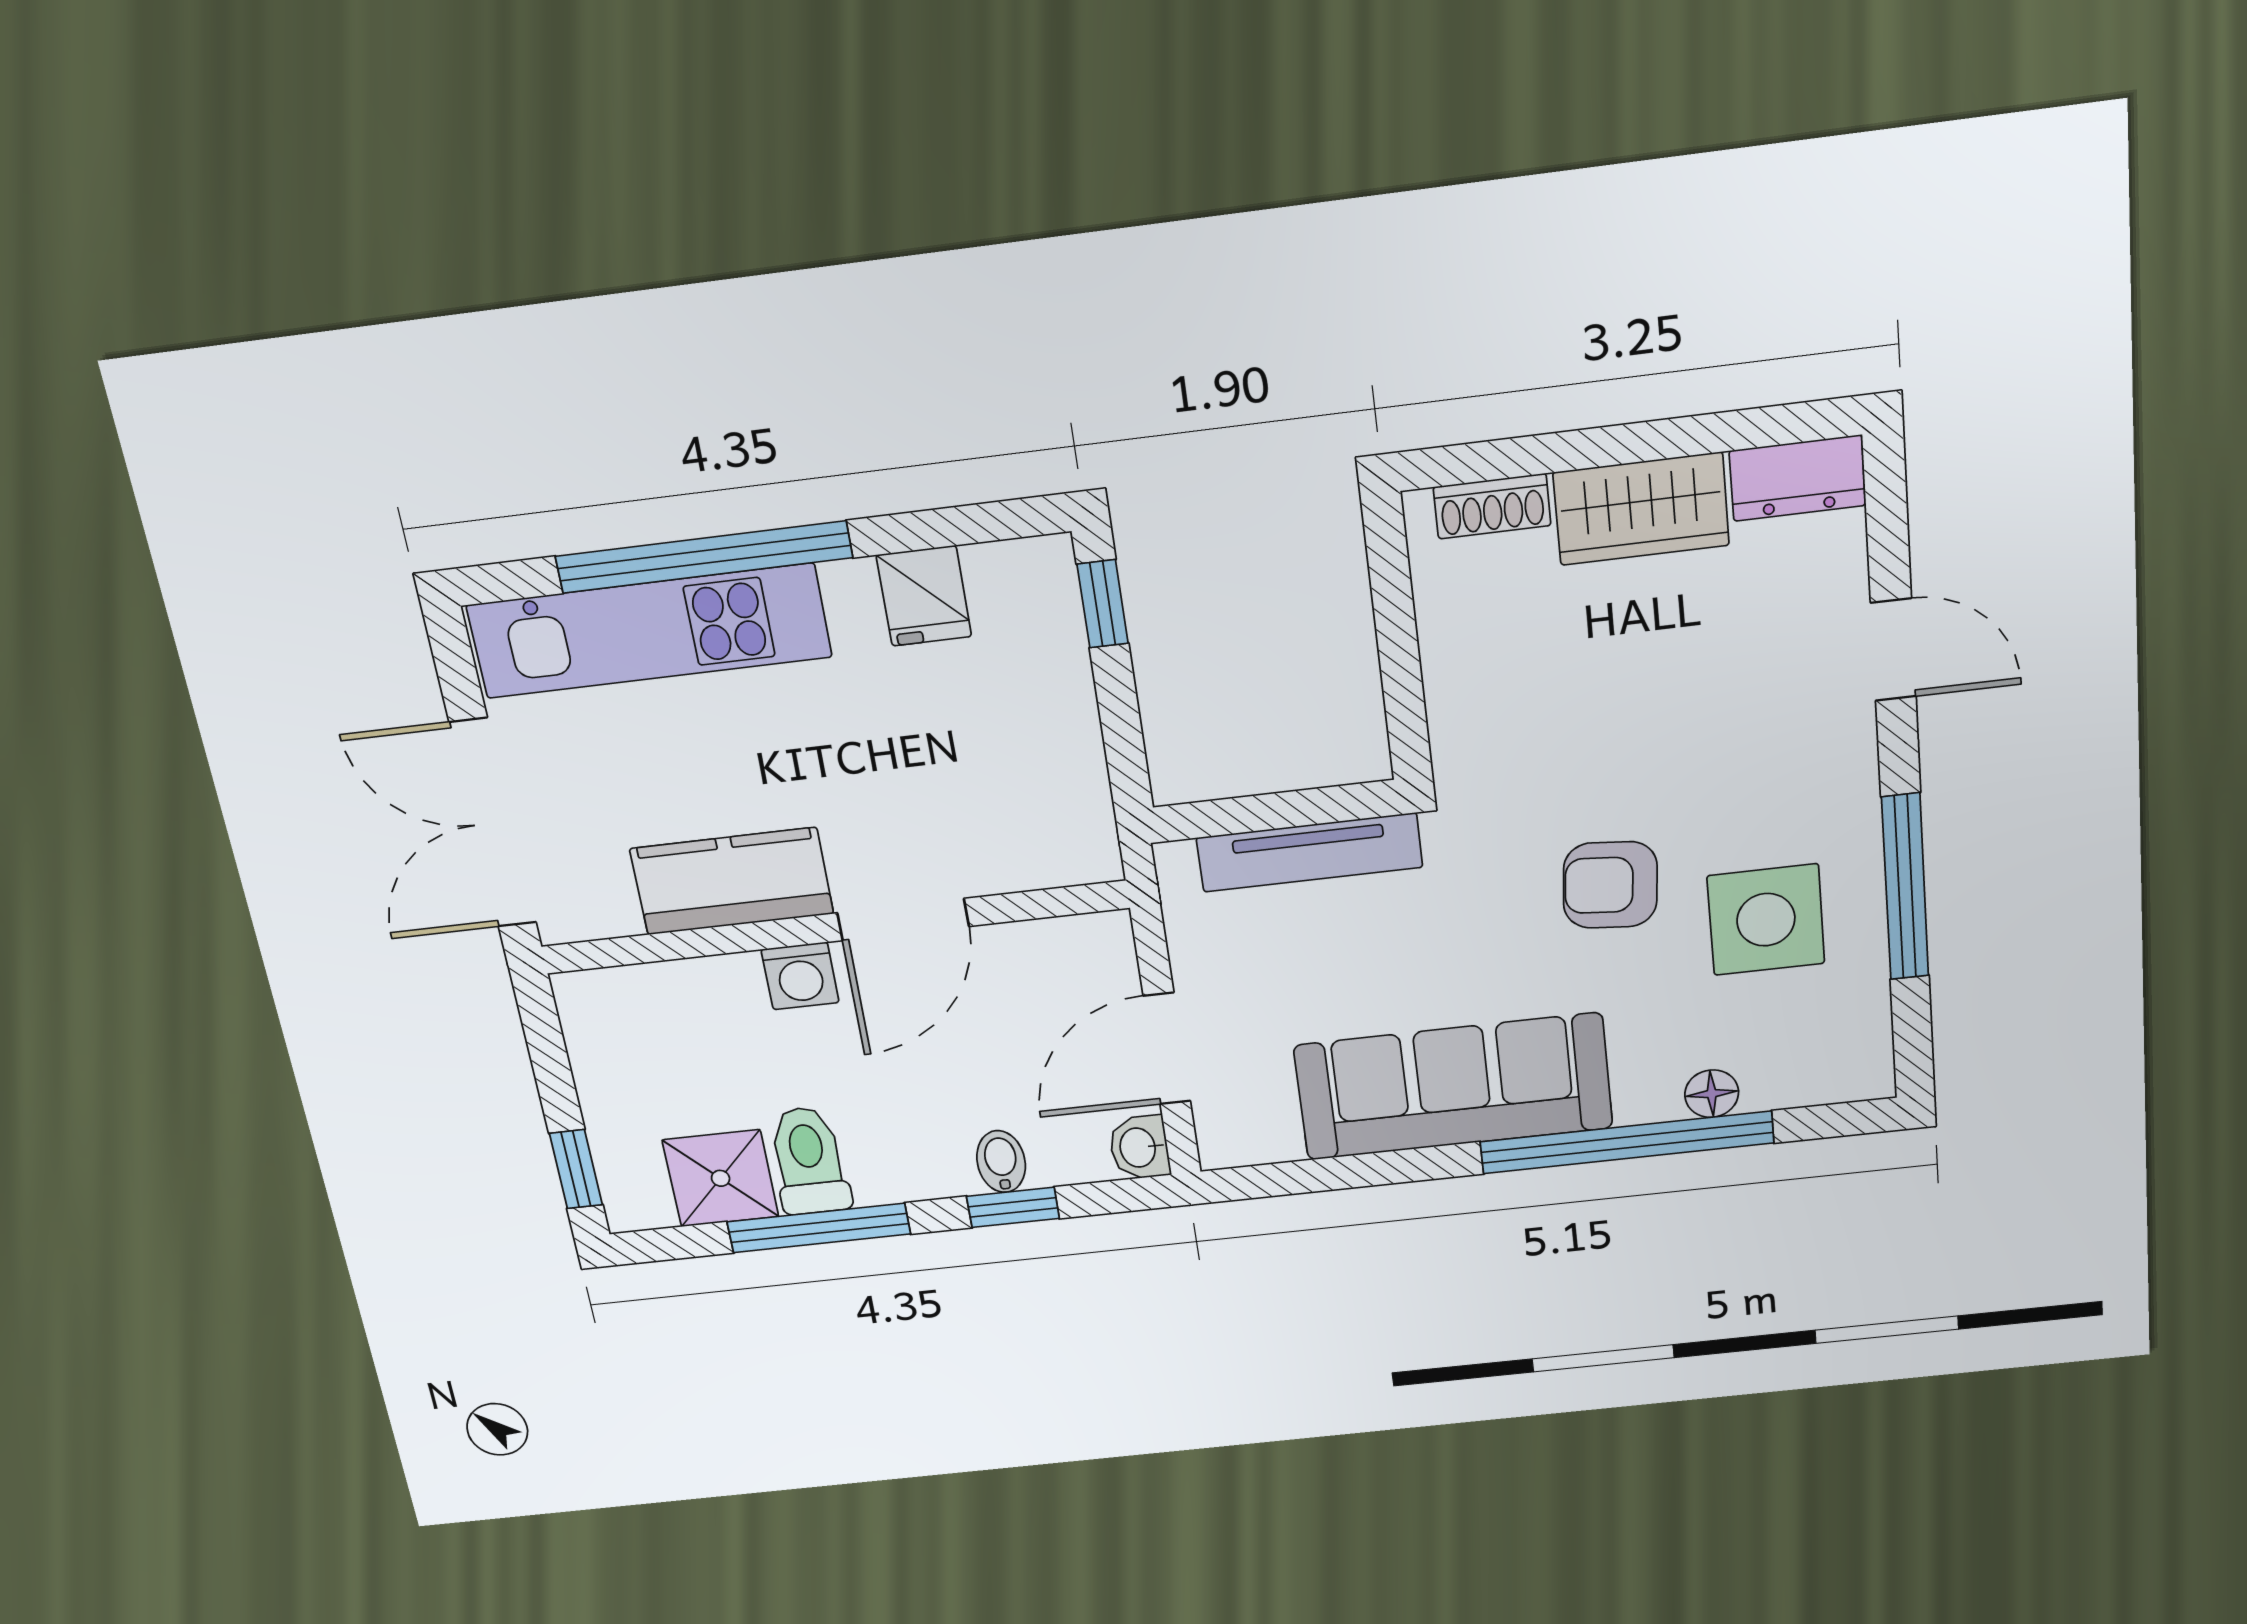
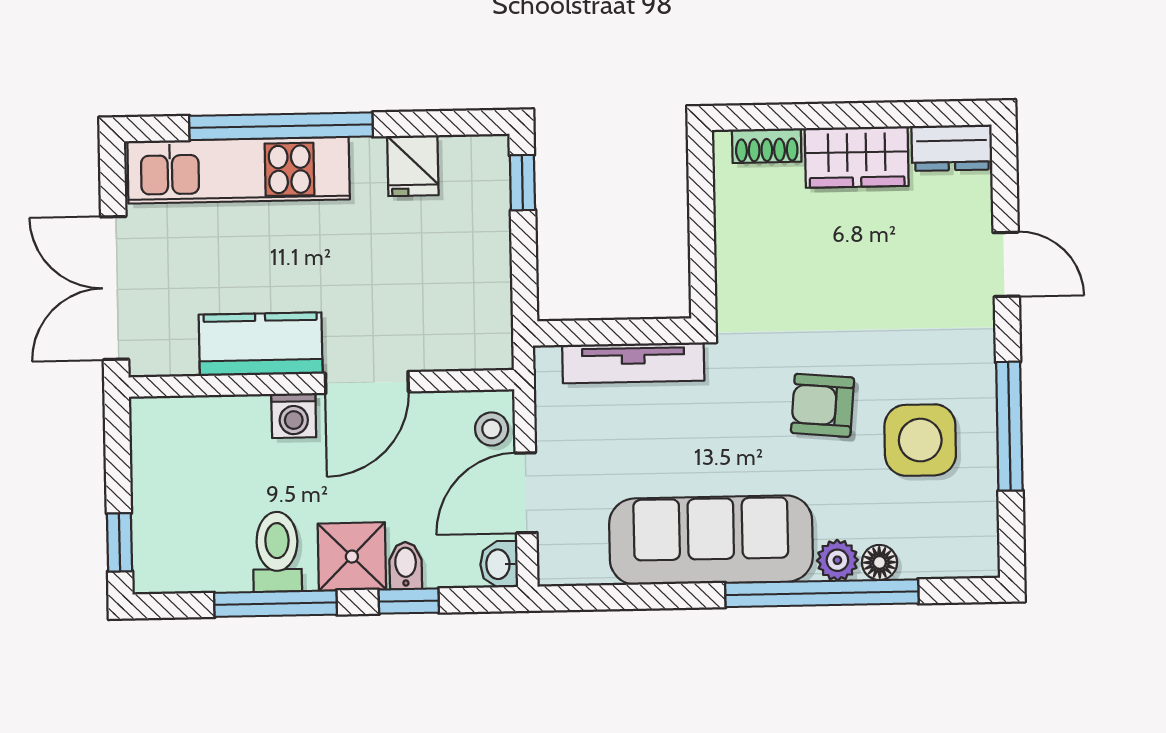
stool: (1103, 966) -> (492, 429), added
plant: (1647, 1096) -> (837, 560), added
shower: (721, 1178) -> (352, 557), moved

